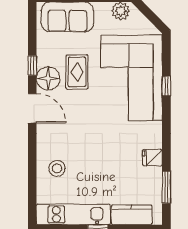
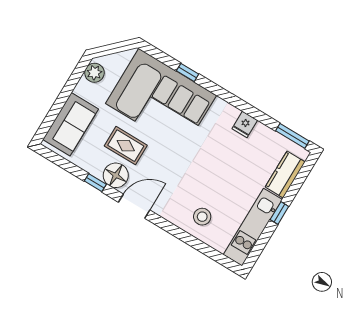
window: (166, 187) -> (292, 136), moved

